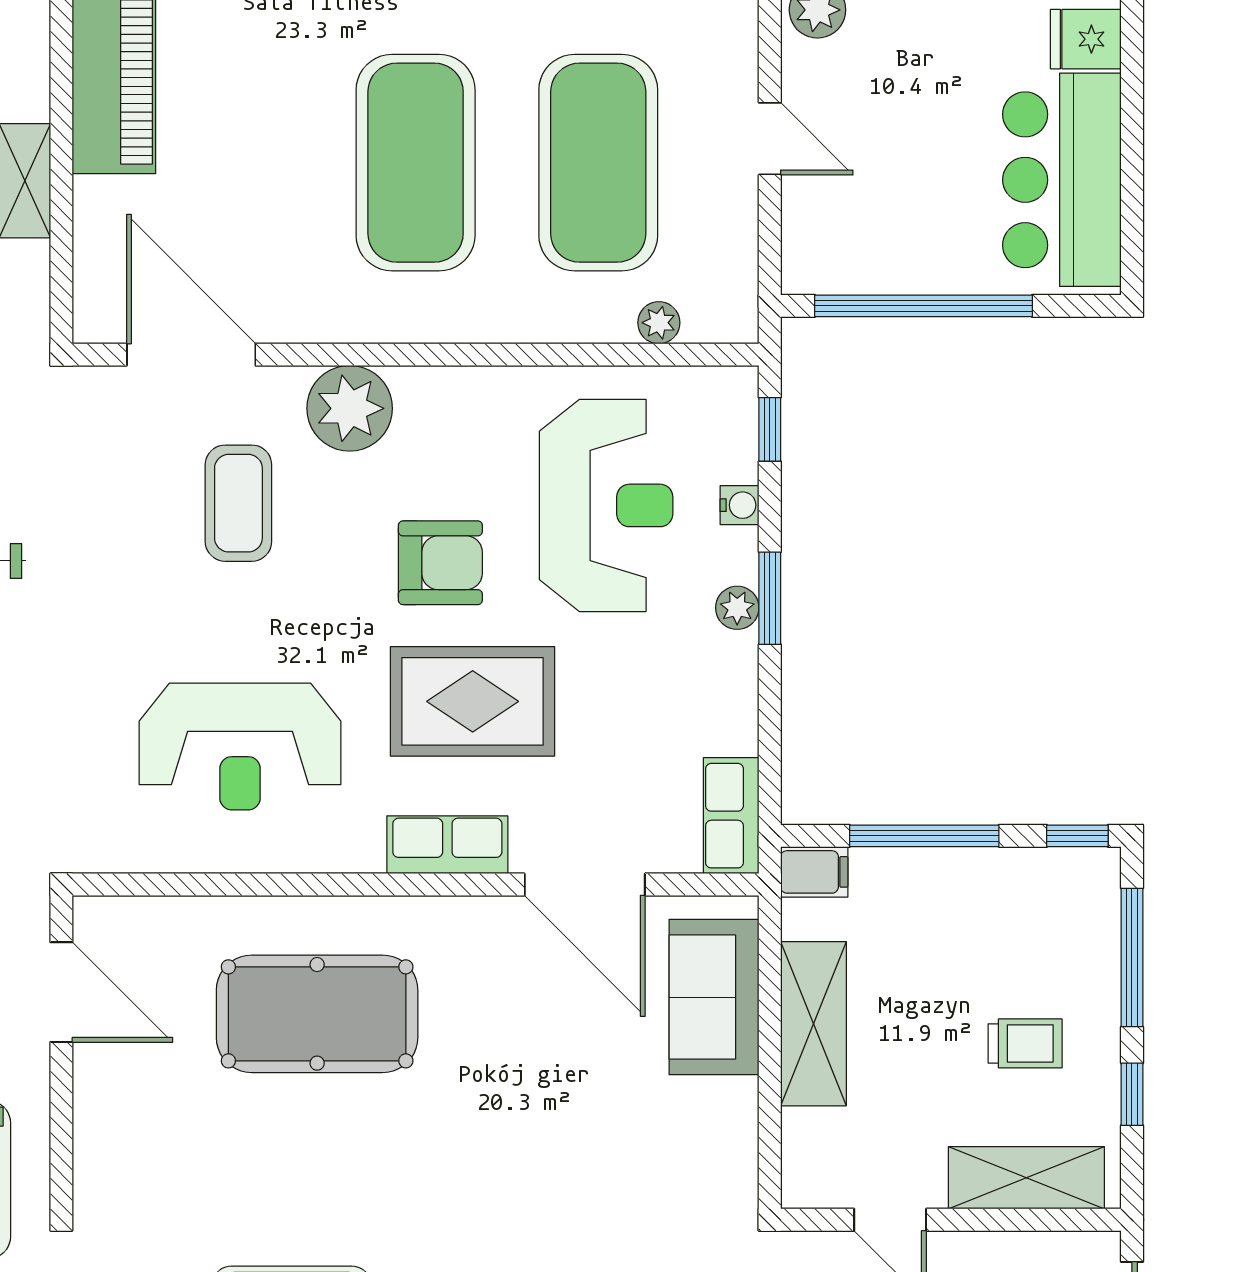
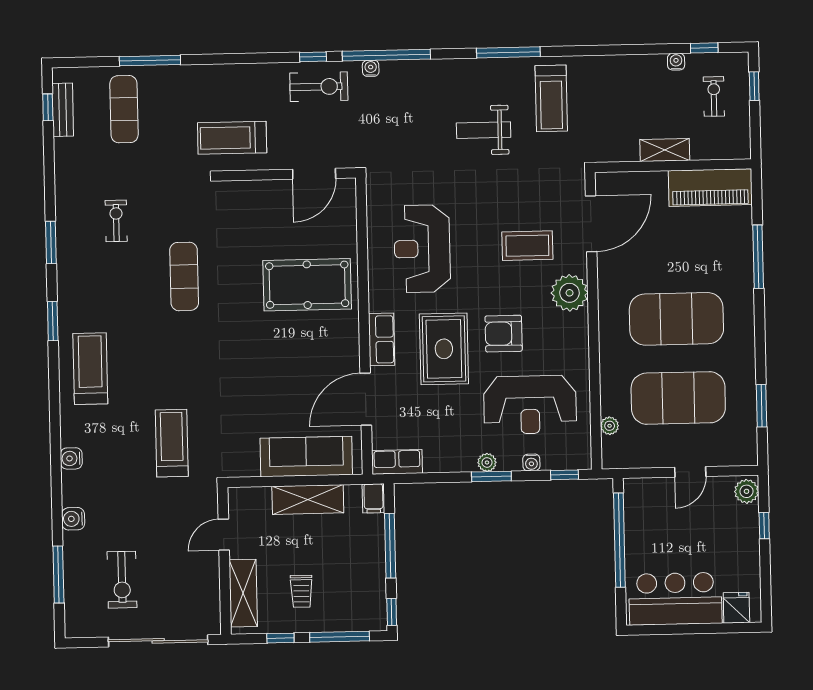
armchair: (440, 563) -> (504, 334), turned 90
sofa: (714, 997) -> (306, 457), width x1.36
pool table: (317, 1014) -> (307, 285), turned 90

